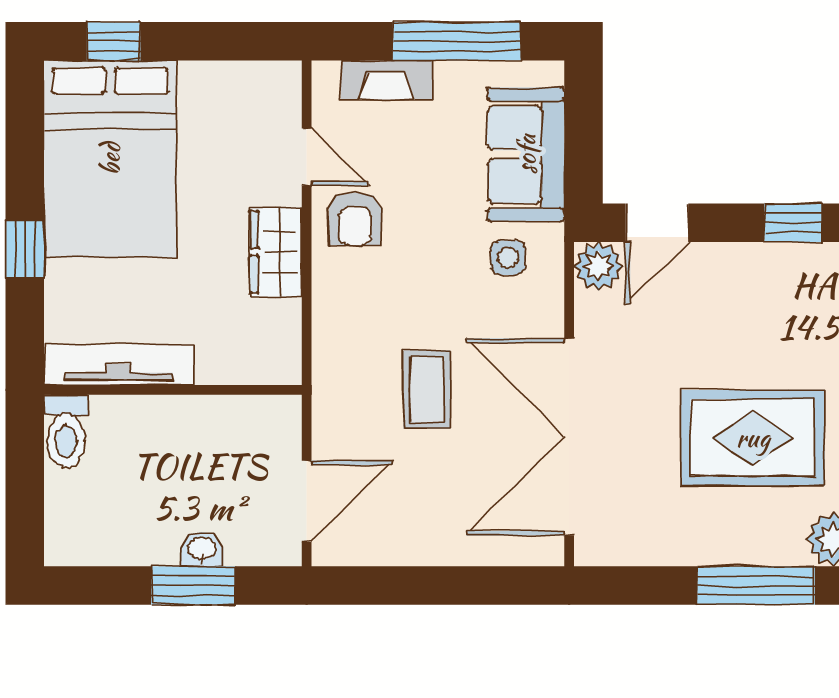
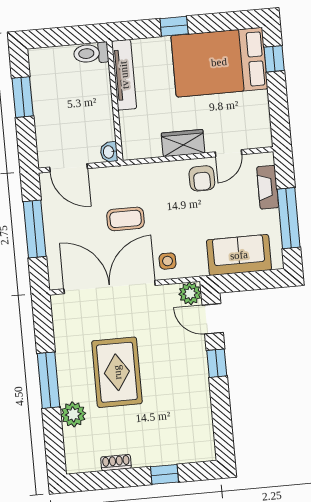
armchair: (355, 219) -> (202, 178), turned -90
window: (793, 223) -> (217, 363), moved
side table: (508, 258) -> (167, 261), moved
washbasin: (202, 549) -> (109, 152), moved, turned 180
window: (193, 586) -> (23, 97), moved
window: (431, 586) -> (35, 229), added

